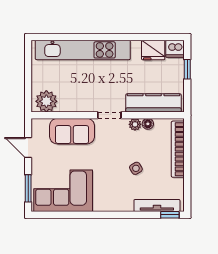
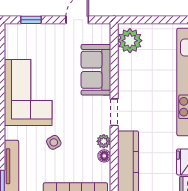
window: (28, 188) -> (31, 20), width x0.67
corner sofa: (63, 191) -> (28, 92), moved

